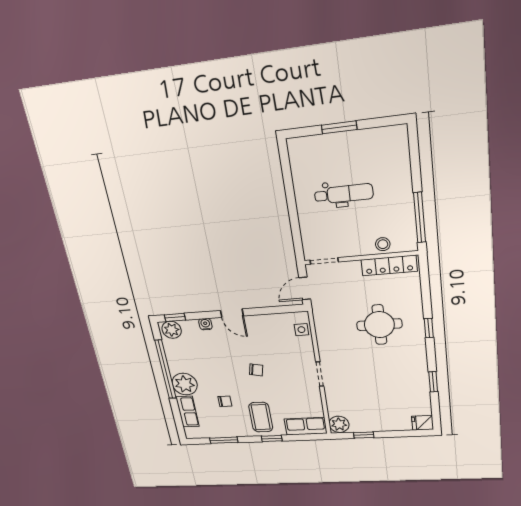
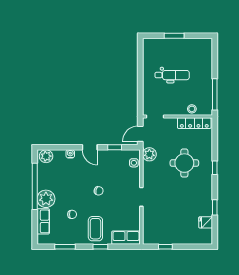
window: (175, 317) -> (115, 147), moved
fridge: (423, 423) -> (206, 222), moved
plant: (339, 424) -> (149, 154), moved

